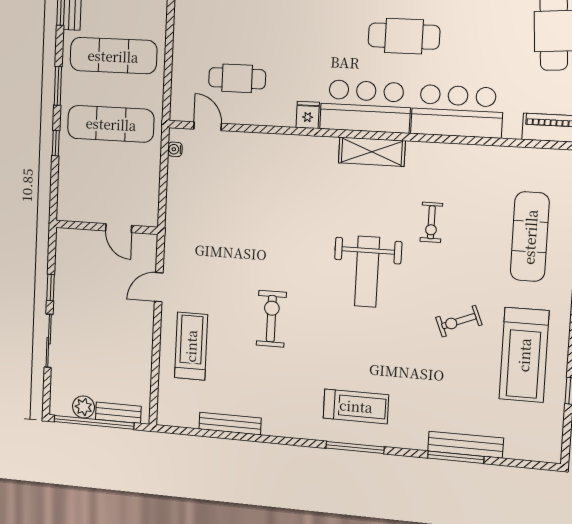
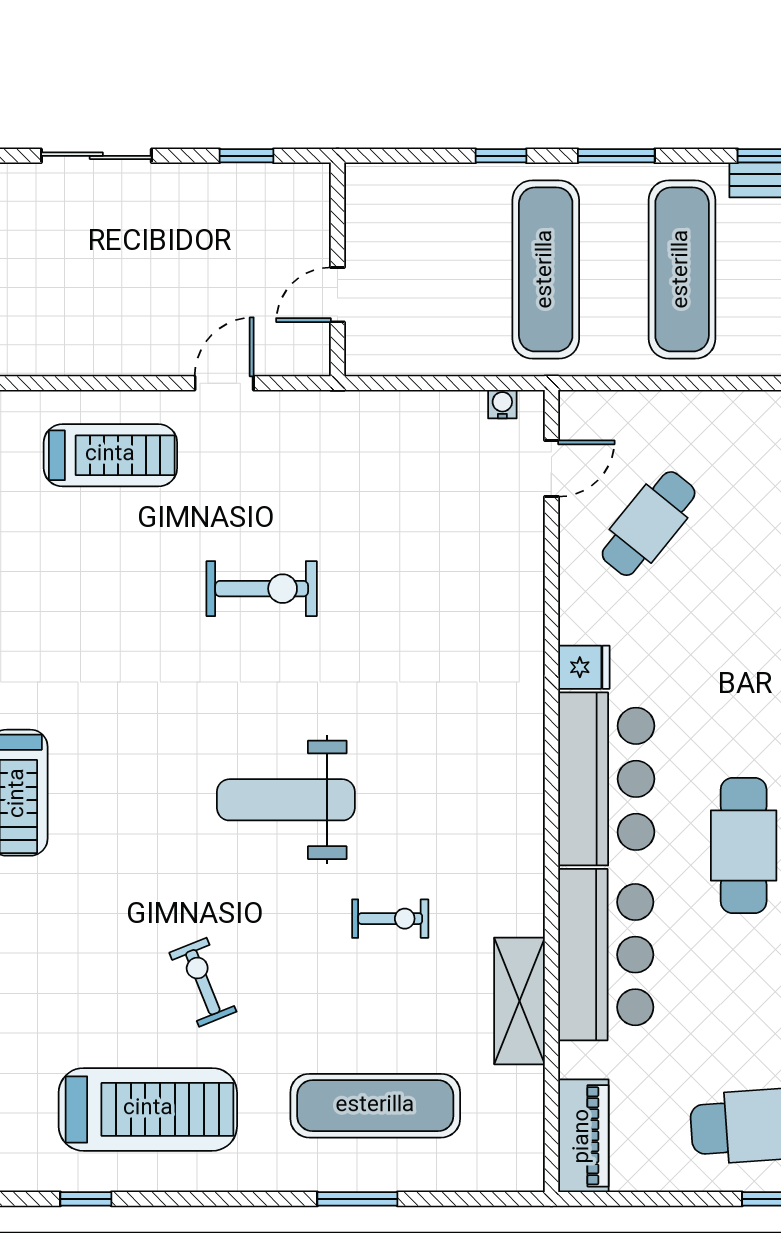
cafe table: (237, 78) -> (649, 524), turned 39
shelving: (372, 152) -> (519, 1001), moved
exercise bike: (431, 222) -> (390, 919), turned 180
window: (51, 287) -> (246, 156), moved
door: (159, 287) -> (224, 383), hinge flipped
exercise bike: (271, 319) -> (262, 589), moved
treadmill: (524, 355) -> (148, 1109), turned 180

